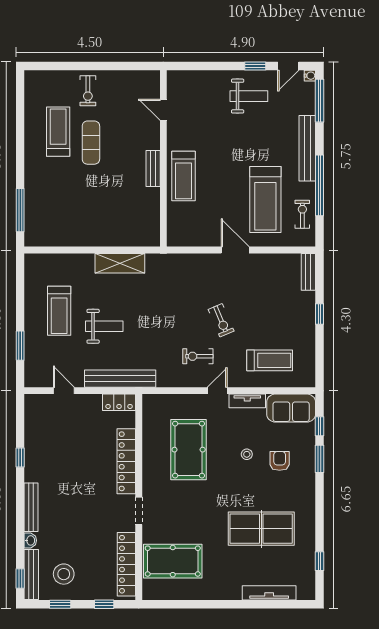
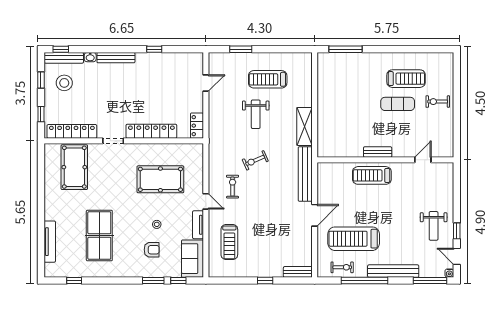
exercise bike: (221, 320) -> (255, 160), moved
bench: (120, 379) -> (305, 174), moved

